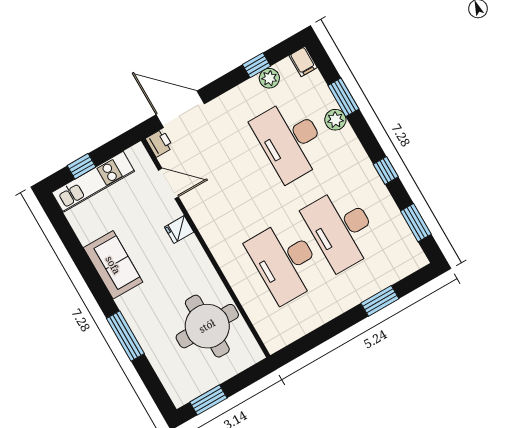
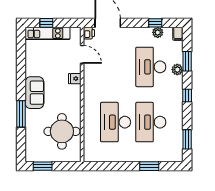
window: (386, 171) -> (187, 96), moved
sofa: (113, 265) -> (34, 93), moved

